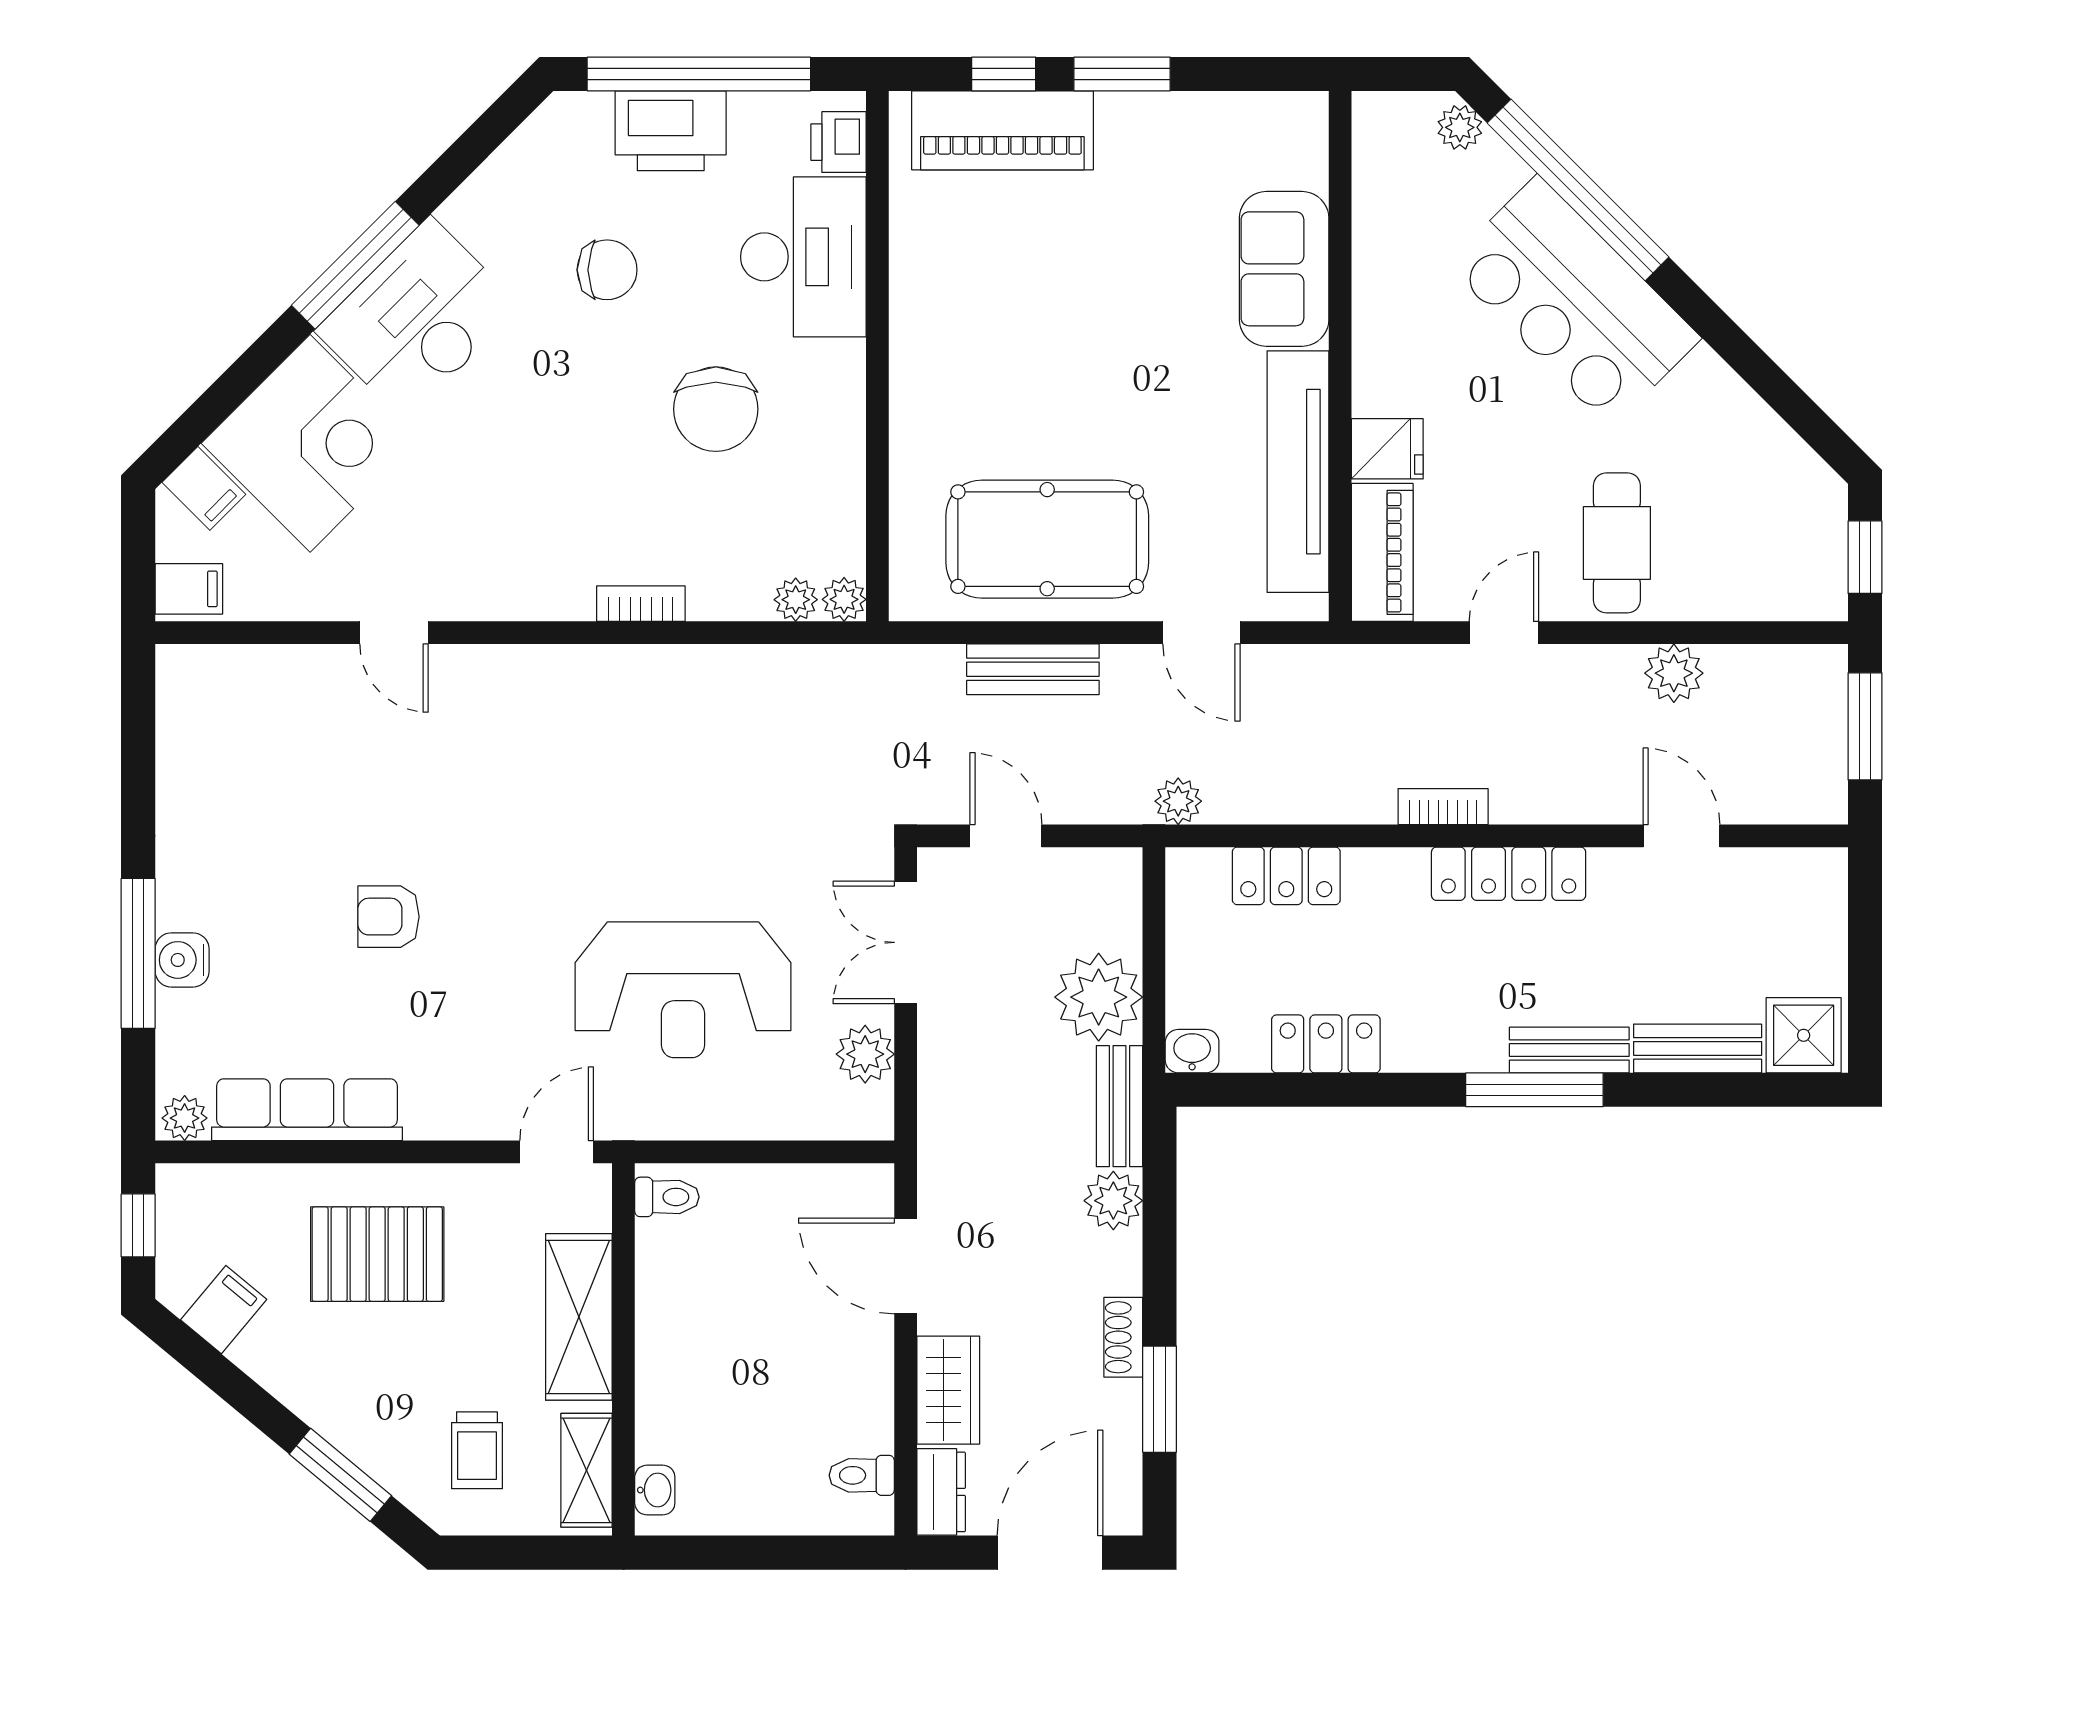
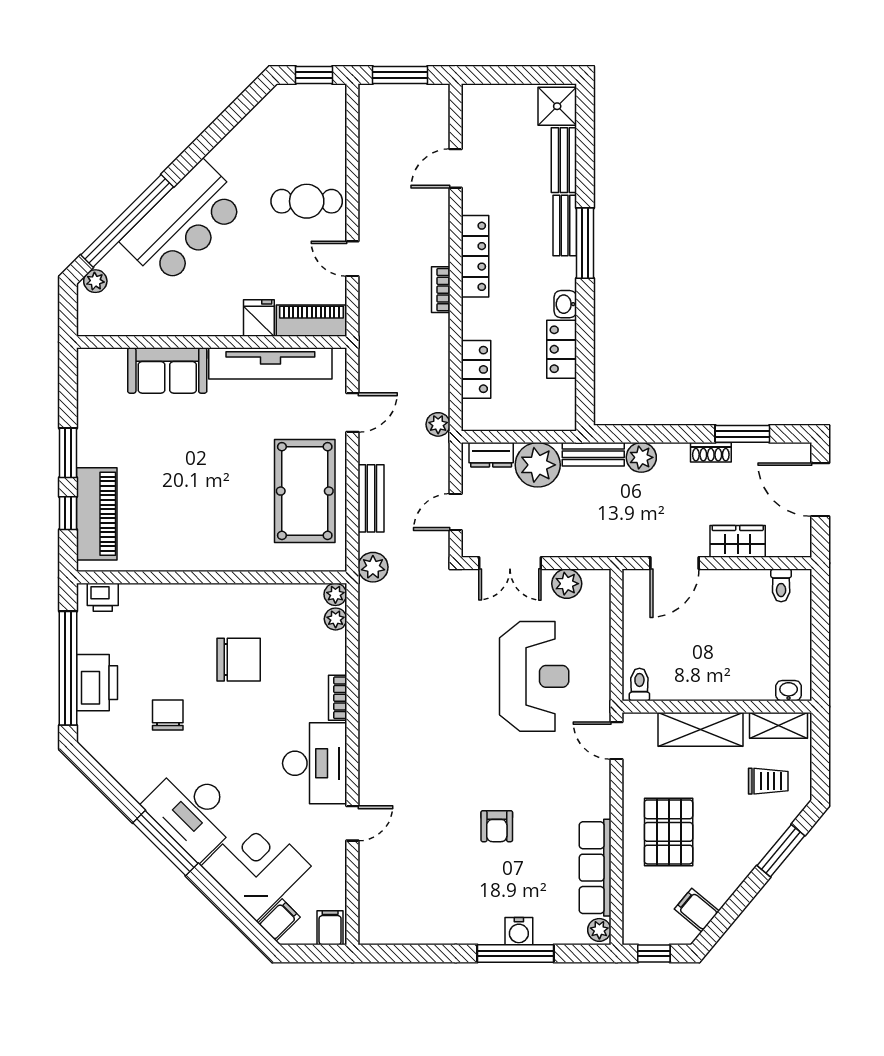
desk: (803, 257) -> (315, 763), moved, turned 90
plant: (1674, 673) -> (373, 567), moved
washbasin: (1192, 1051) -> (565, 304), moved
dresser: (941, 1492) -> (491, 455), moved, turned 180

